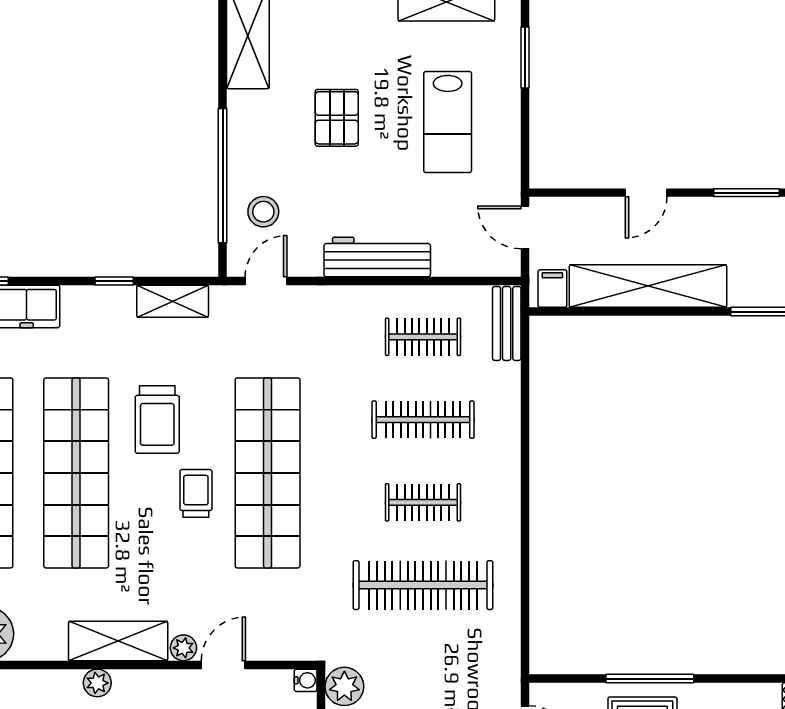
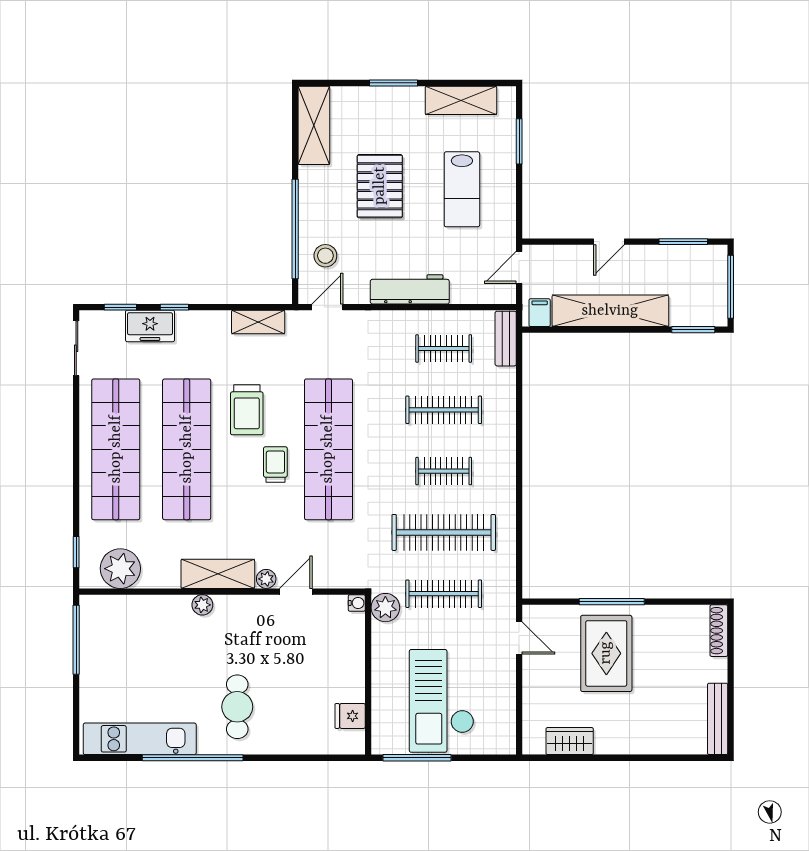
pallet: (337, 118) -> (380, 186), width x1.50, depth x1.42
door: (525, 227) -> (519, 267), hinge flipped
window: (114, 281) -> (174, 307), moved
clothes rail: (423, 668) -> (444, 594), added

